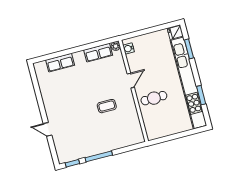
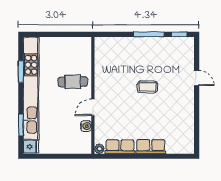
water cooler: (129, 48) -> (86, 126), moved
row of seats: (60, 63) -> (151, 147), moved
coffee table: (107, 106) -> (147, 87), moved

